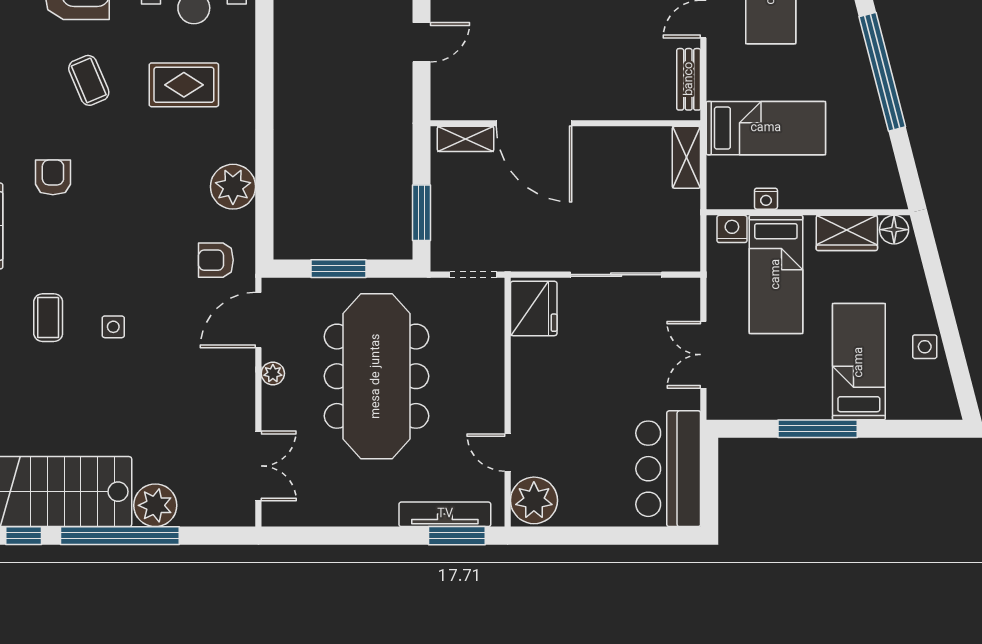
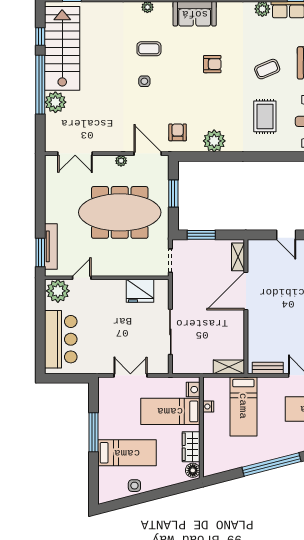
armchair: (53, 177) -> (212, 64), moved
fridge: (534, 308) -> (140, 291), moved
bar counter: (668, 469) -> (61, 339), moved, turned 90

